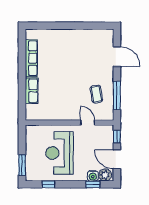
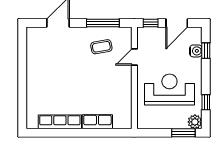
reception desk: (59, 153) -> (169, 90), turned 180
plant: (105, 175) -> (195, 122), moved

